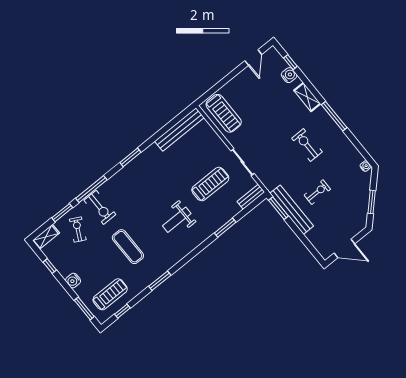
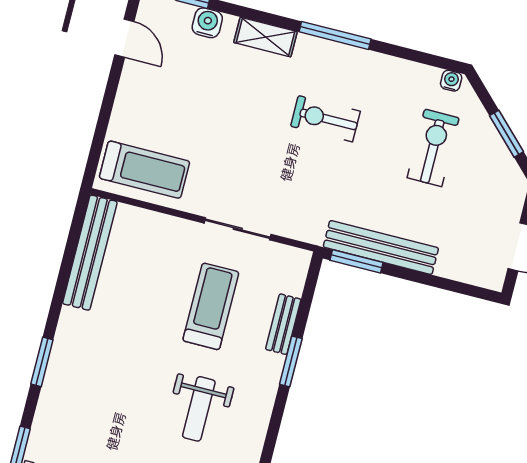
exercise bike: (317, 192) -> (433, 148), moved, width x1.38, depth x1.39
bench: (251, 197) -> (283, 324), moved

